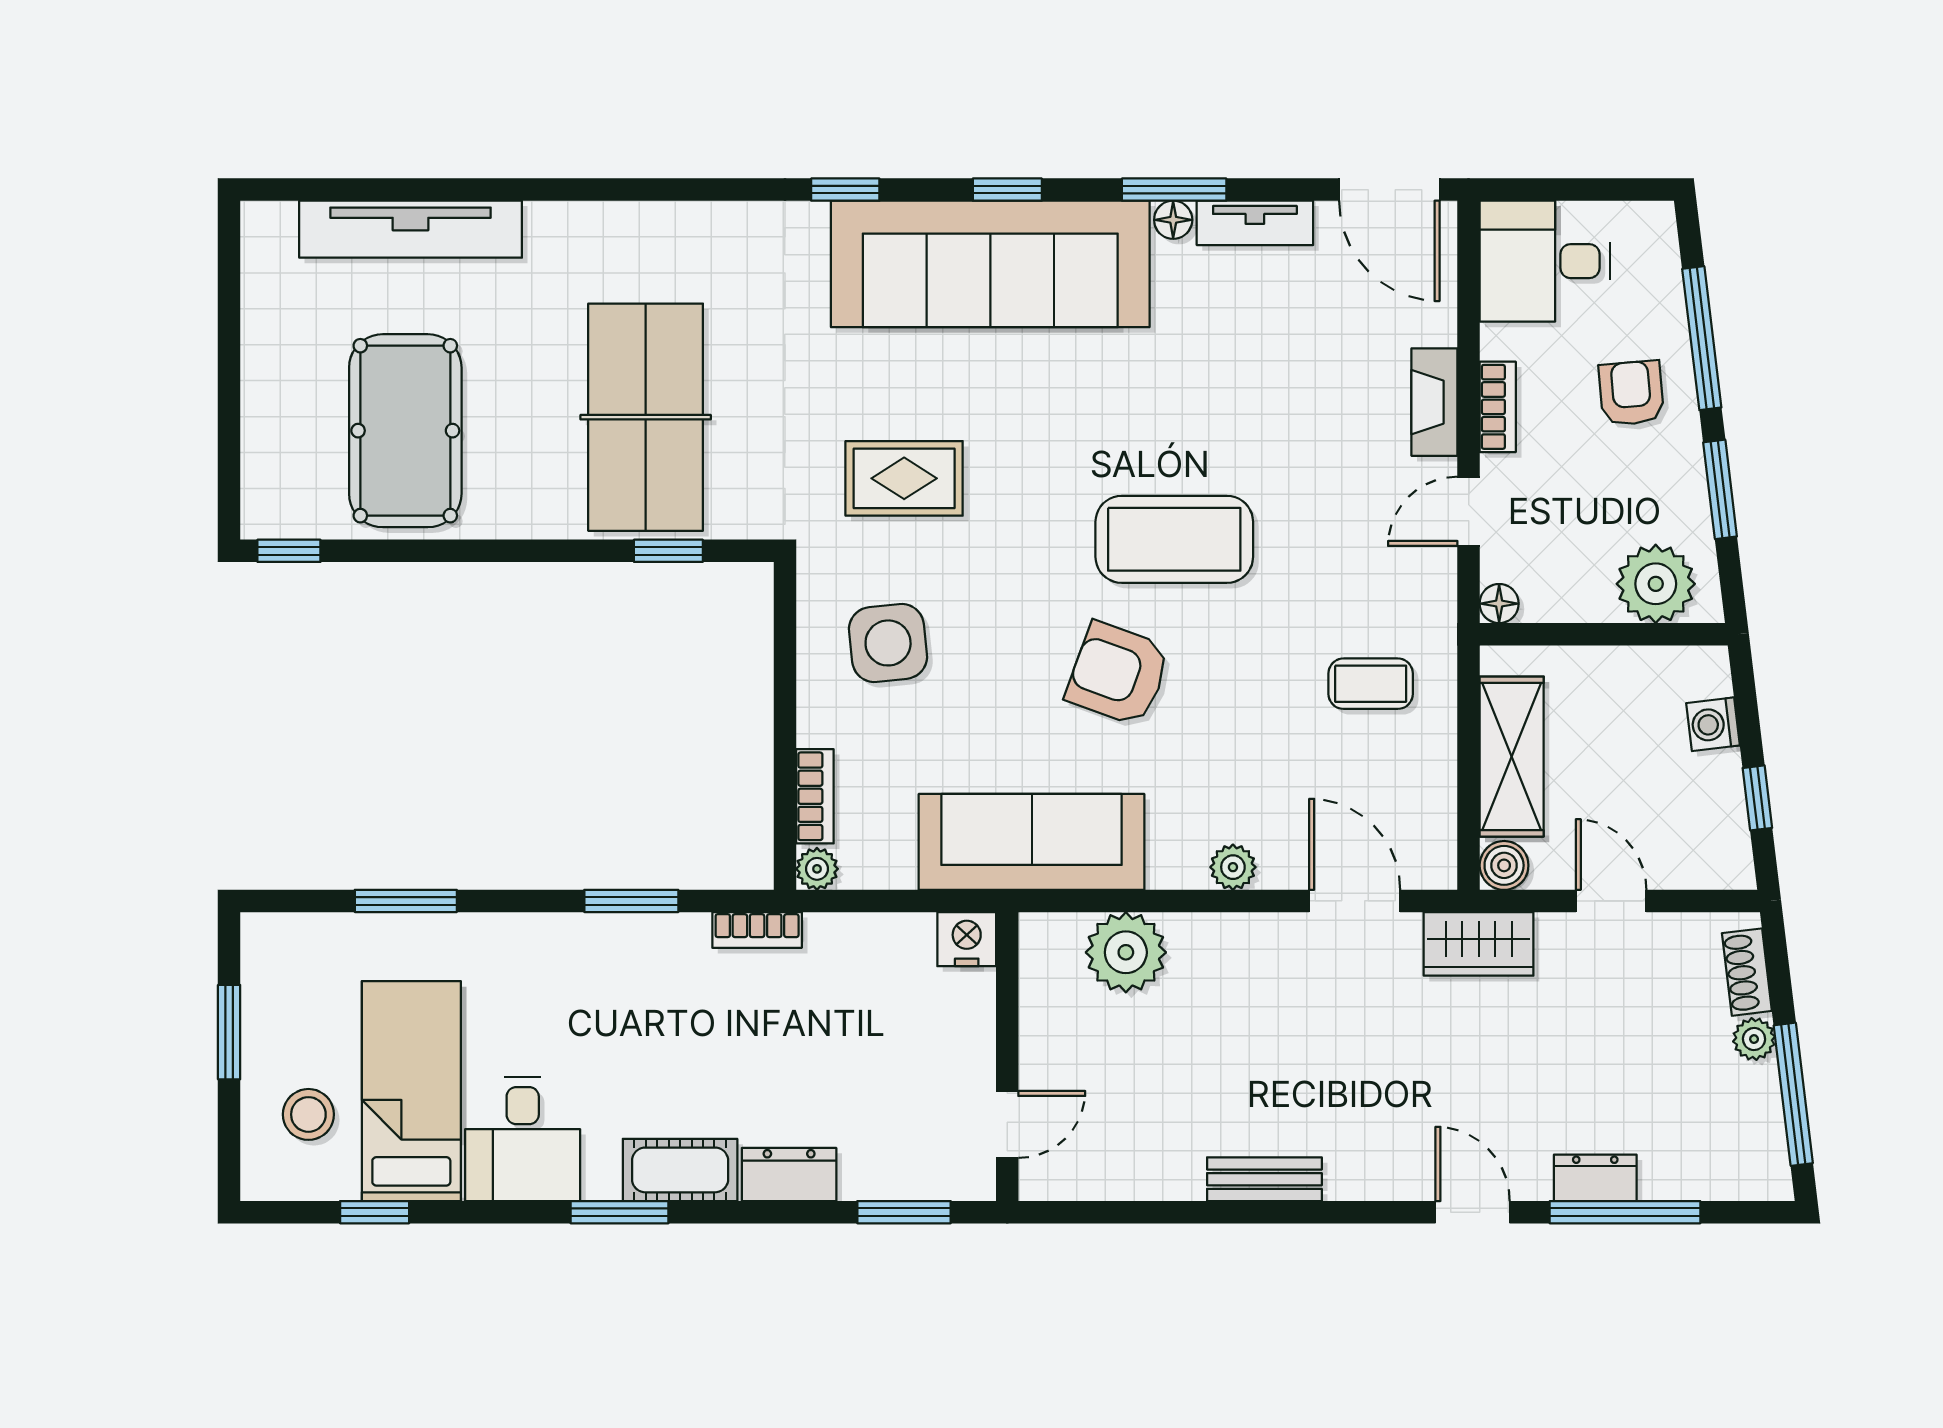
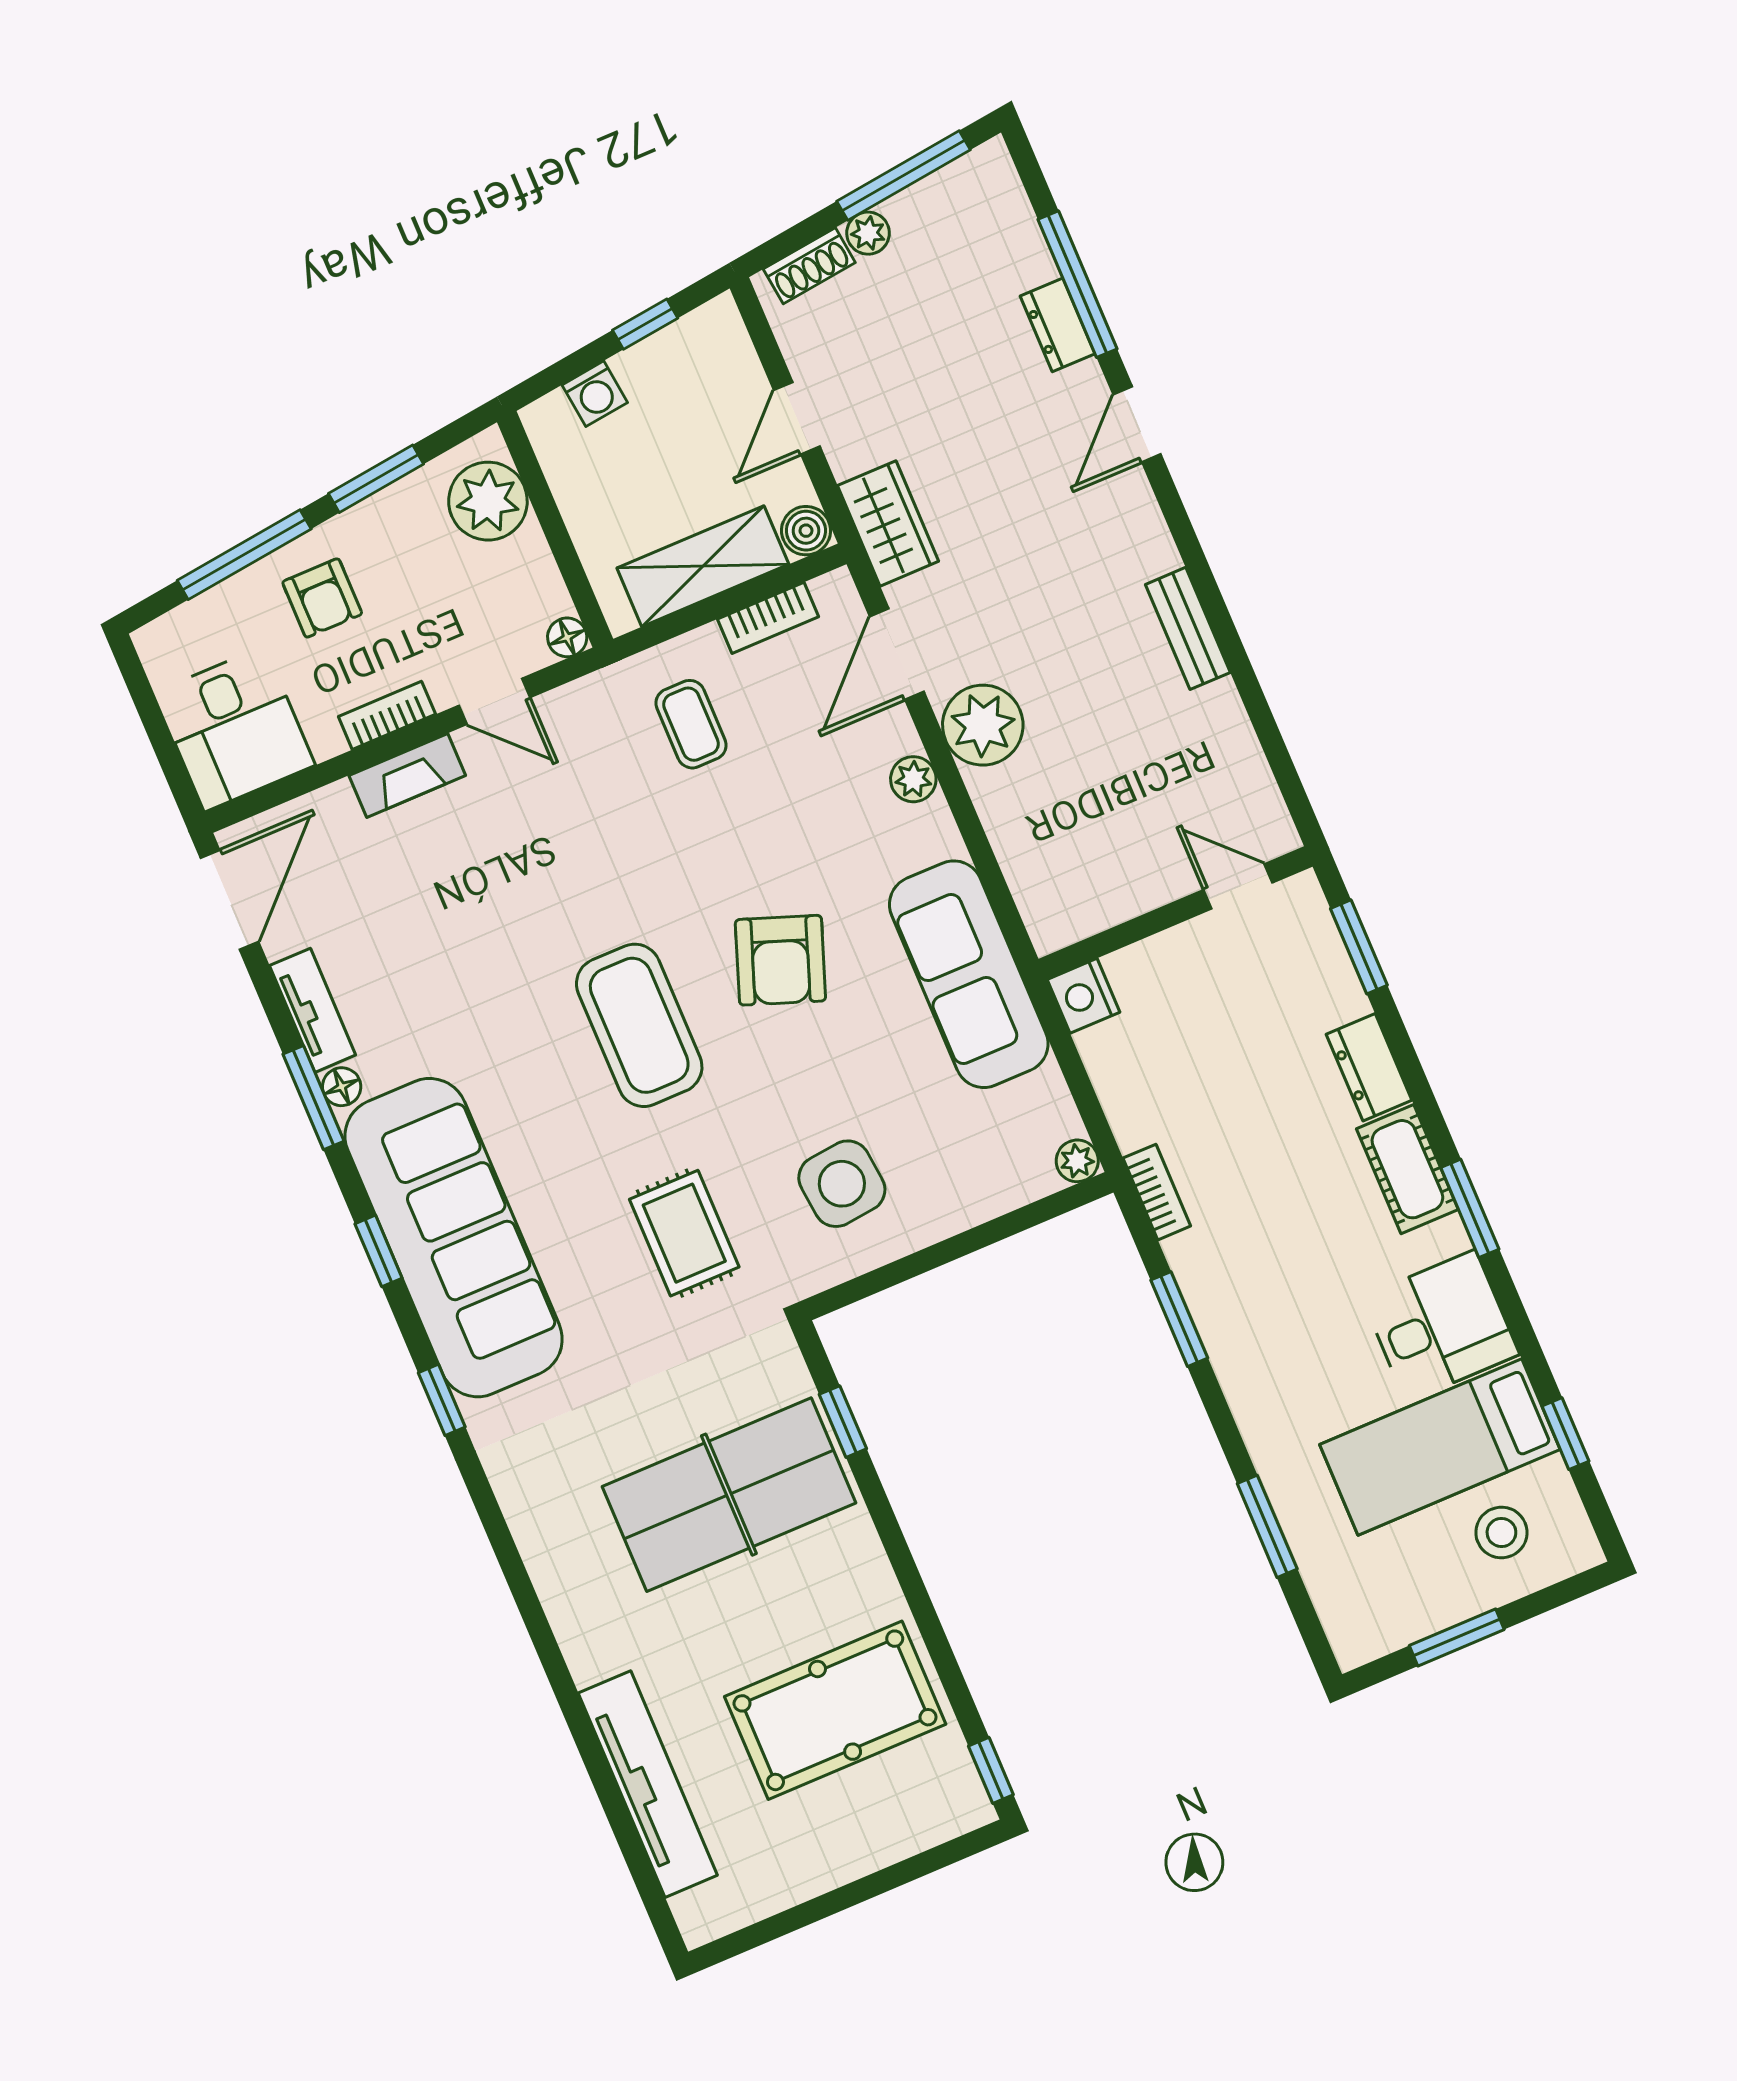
armchair: (1631, 393) -> (322, 598), turned -85
coffee table: (1174, 539) -> (639, 1025), moved
bookcase: (815, 796) -> (768, 618), moved, turned 180
plant: (1126, 952) -> (983, 725), moved

